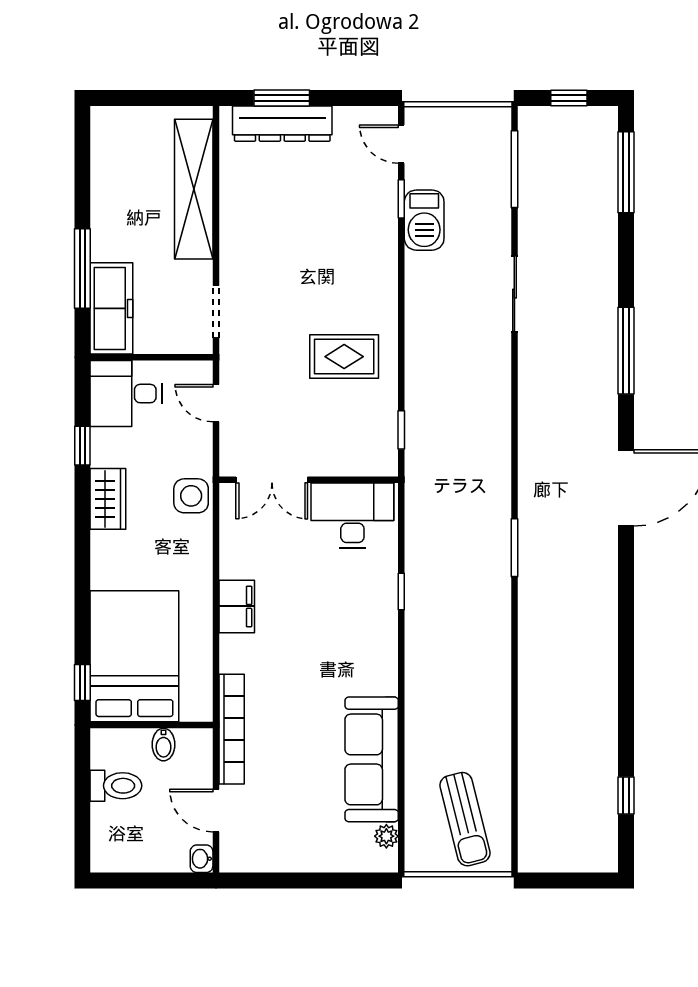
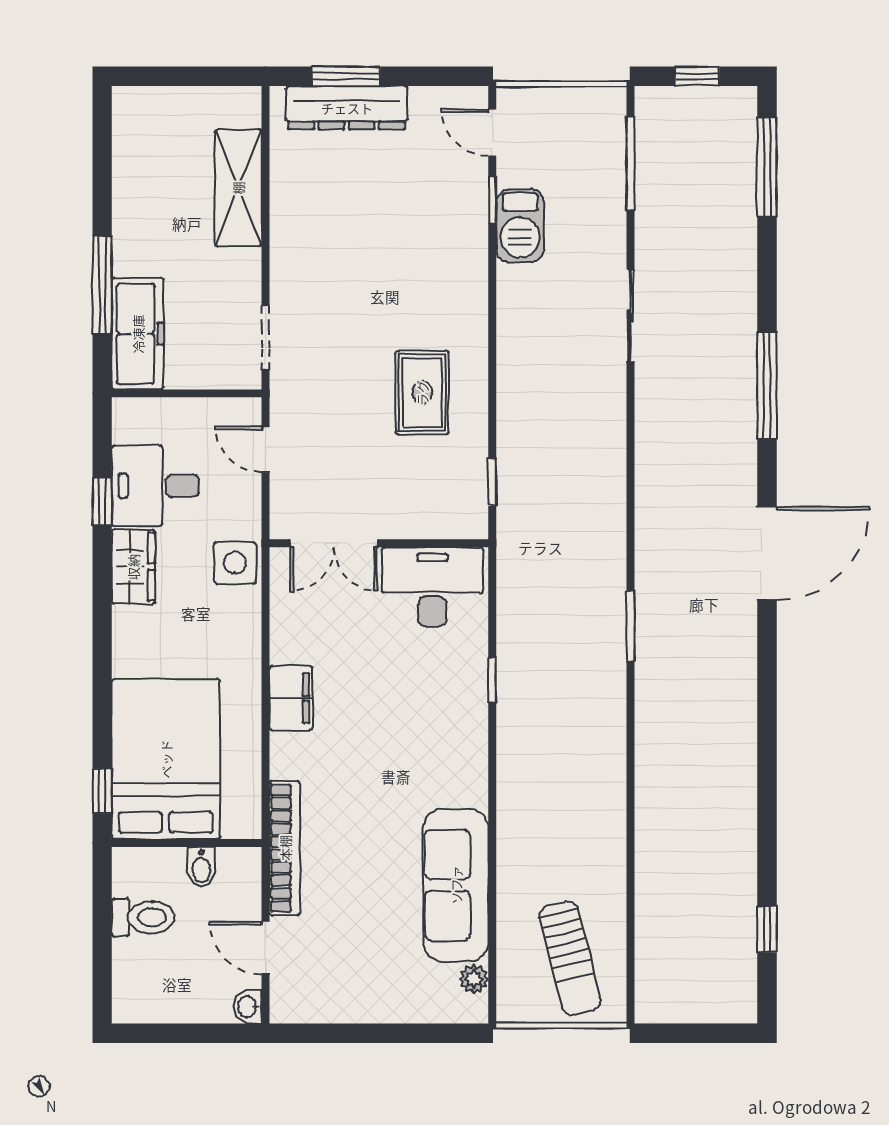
shelving: (194, 189) -> (238, 188), width x0.68
rug: (344, 357) -> (422, 393), turned 90
desk: (126, 394) -> (155, 486), moved

